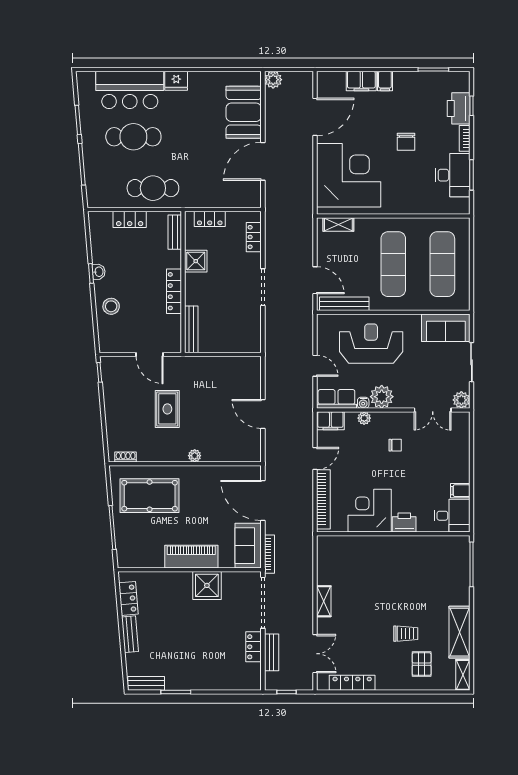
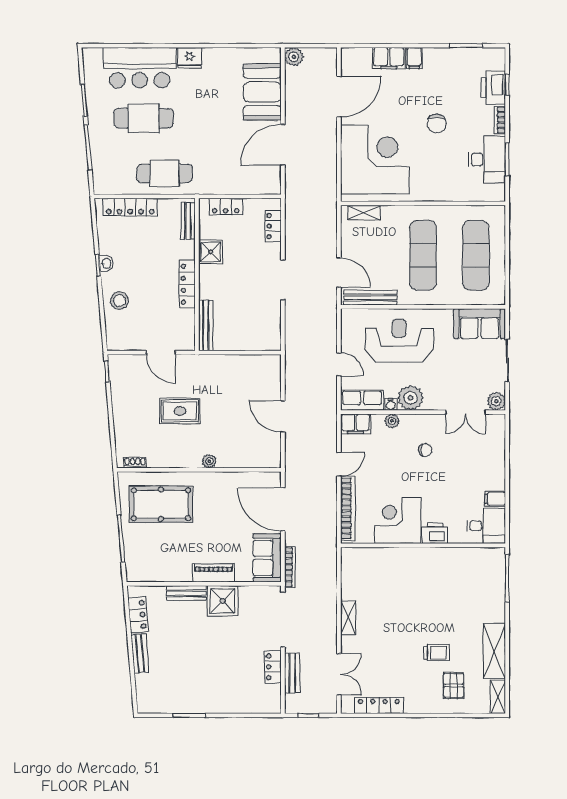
locker: (130, 219) -> (130, 207), width x1.53
rug: (167, 409) -> (180, 411), turned 90
piano: (191, 557) -> (213, 573), width x0.73, depth x0.75
bench: (146, 683) -> (186, 593), moved

